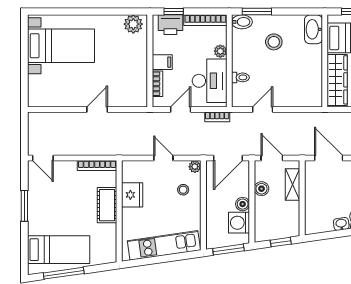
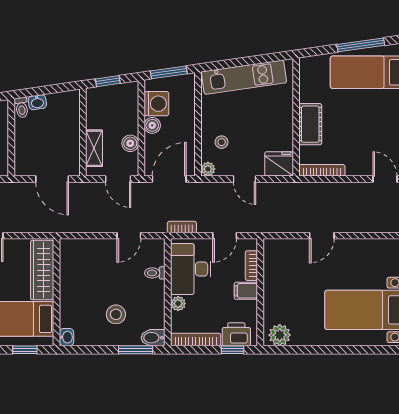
washbasin: (313, 29) -> (66, 337), width x0.52, depth x0.69
fridge: (132, 195) -> (279, 164), moved, turned 90

